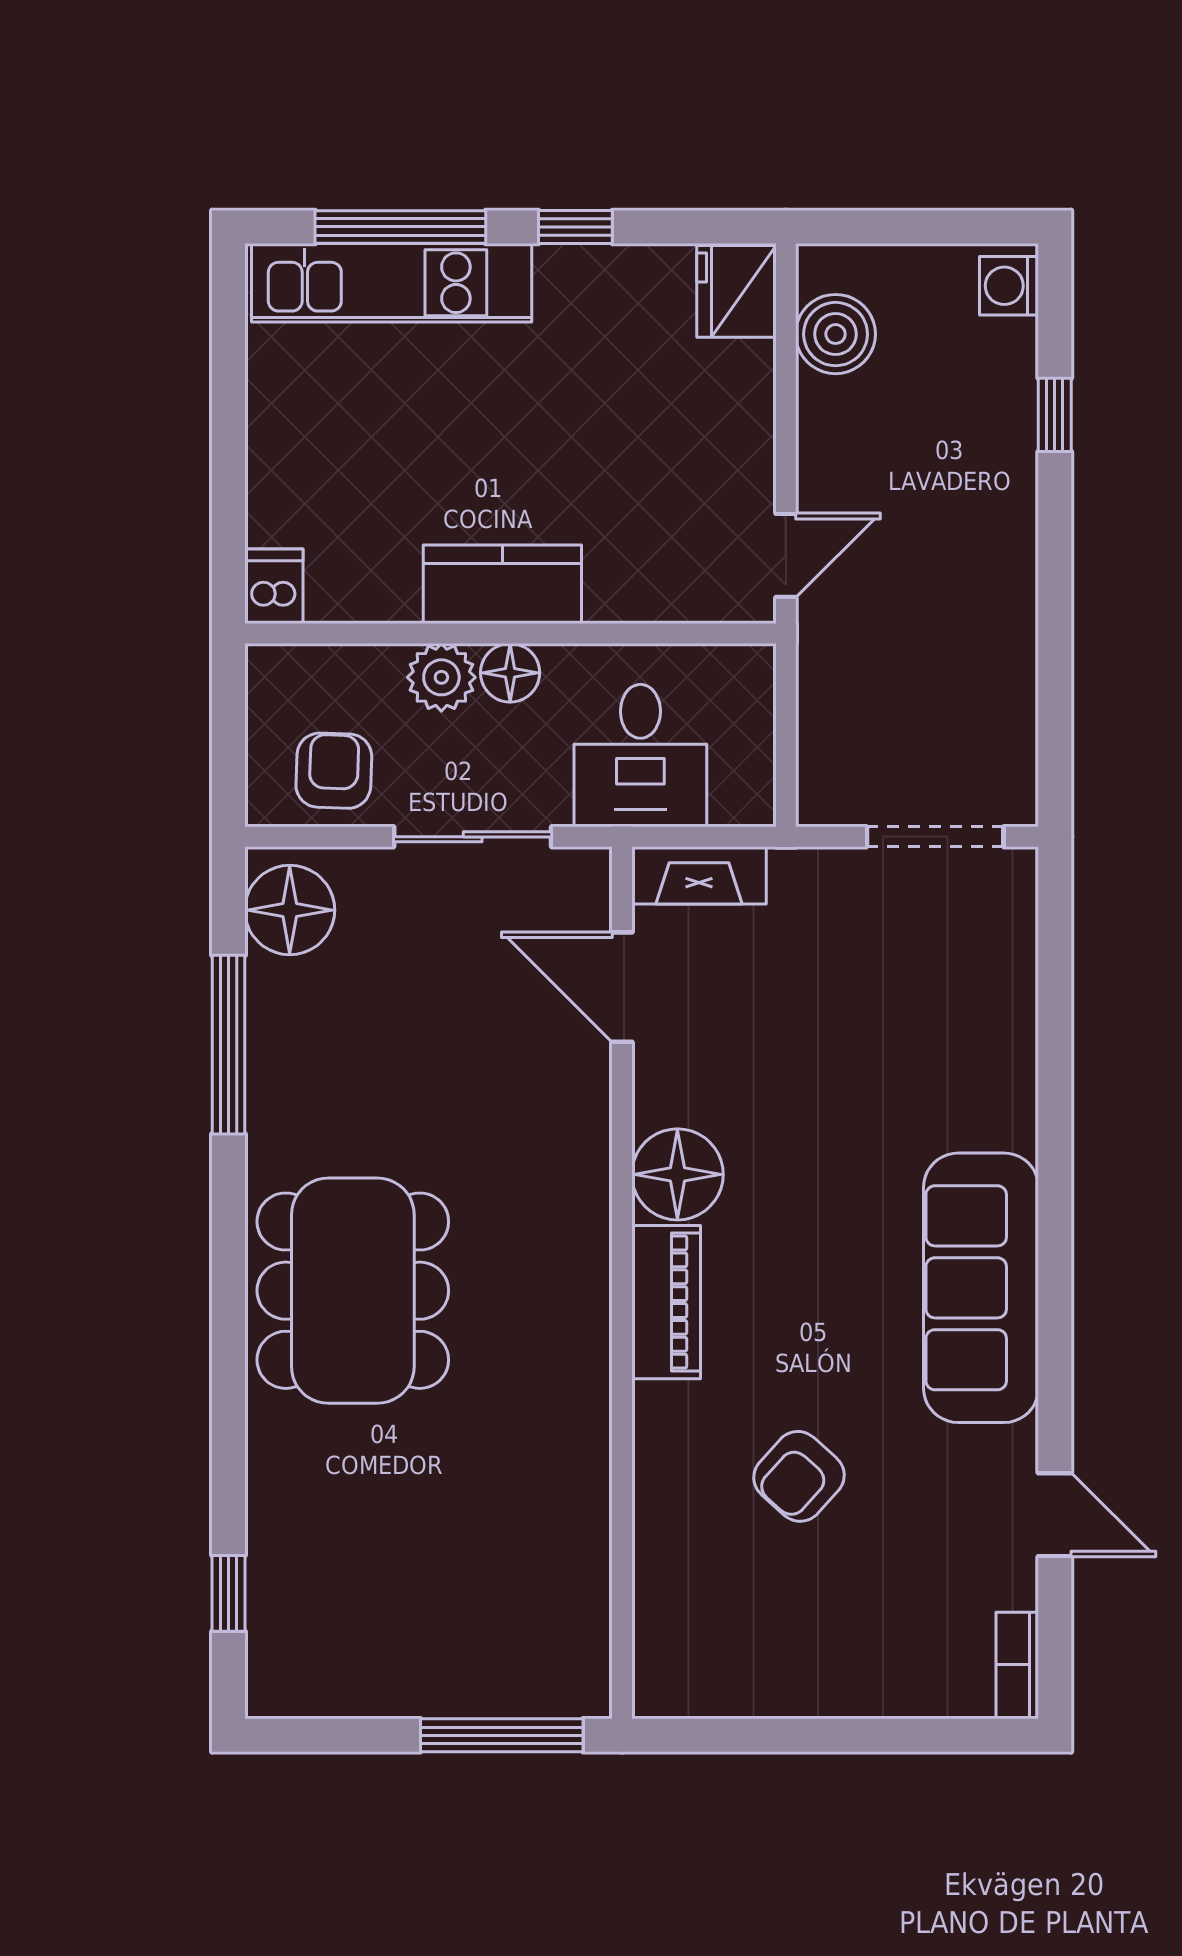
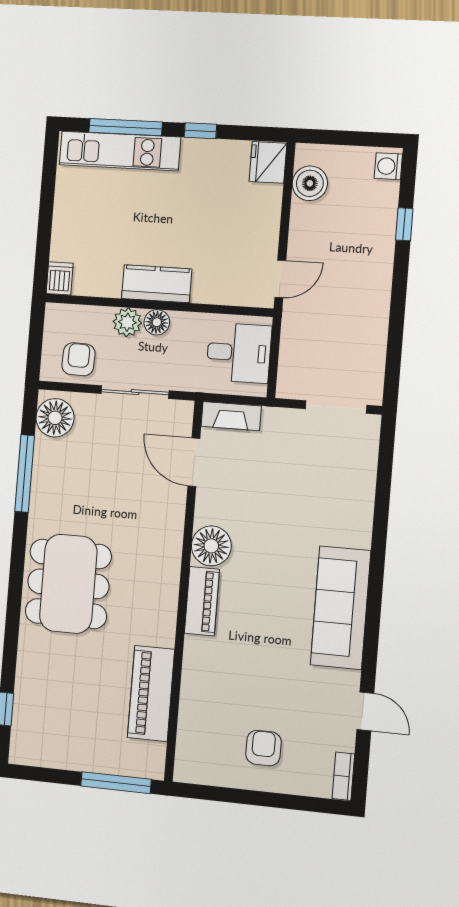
desk: (640, 756) -> (239, 353), moved, turned -90
armchair: (799, 1476) -> (263, 748), moved, turned 138
piano: (566, 1523) -> (151, 693), added

